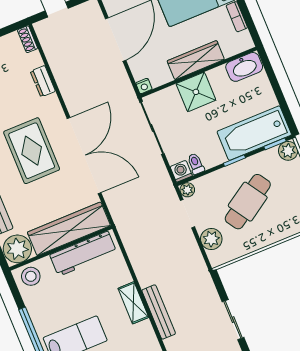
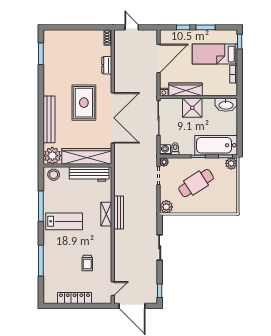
wardrobe: (196, 60) -> (185, 89), moved
plant: (211, 239) -> (166, 207), moved
bench: (159, 312) -> (119, 212), moved

